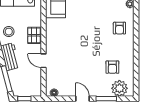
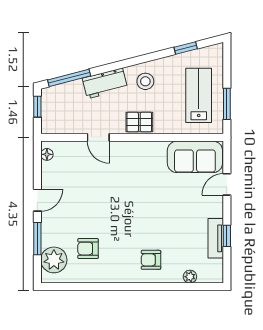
door: (44, 61) -> (98, 137), swing flipped

